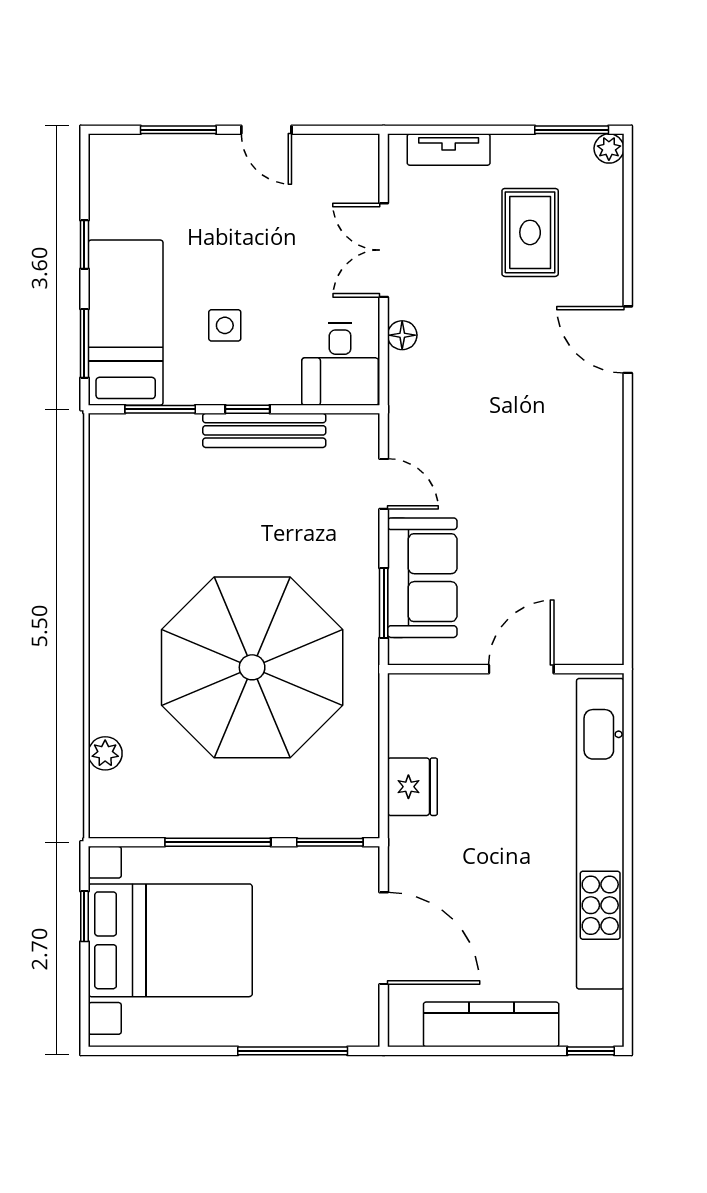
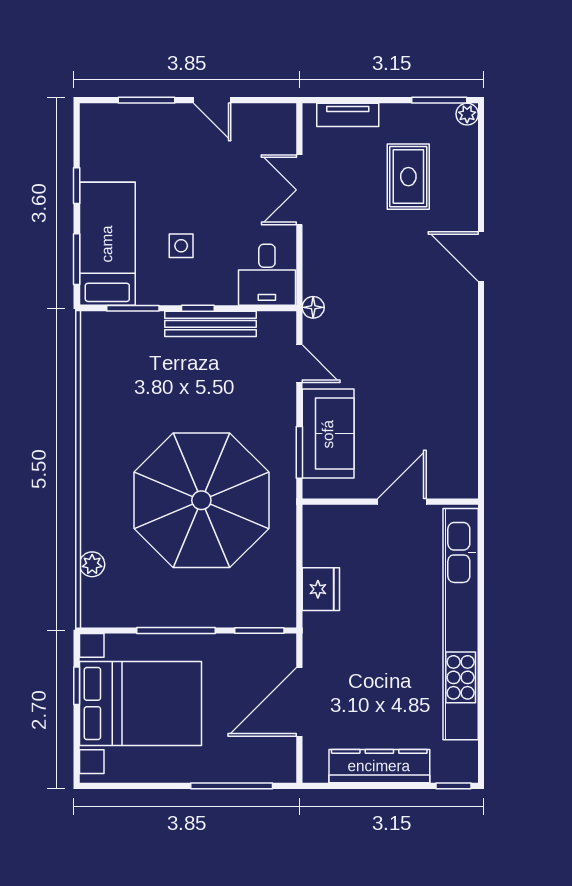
floor lamp: (402, 335) -> (313, 307), moved
door: (384, 938) -> (299, 702), swing flipped

